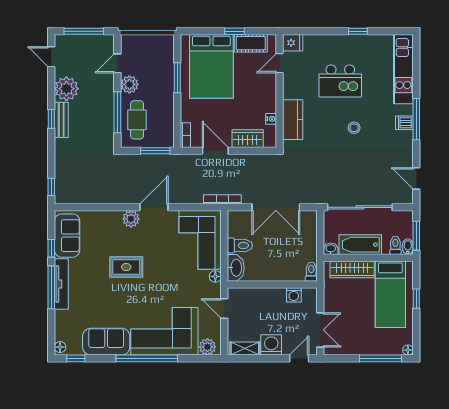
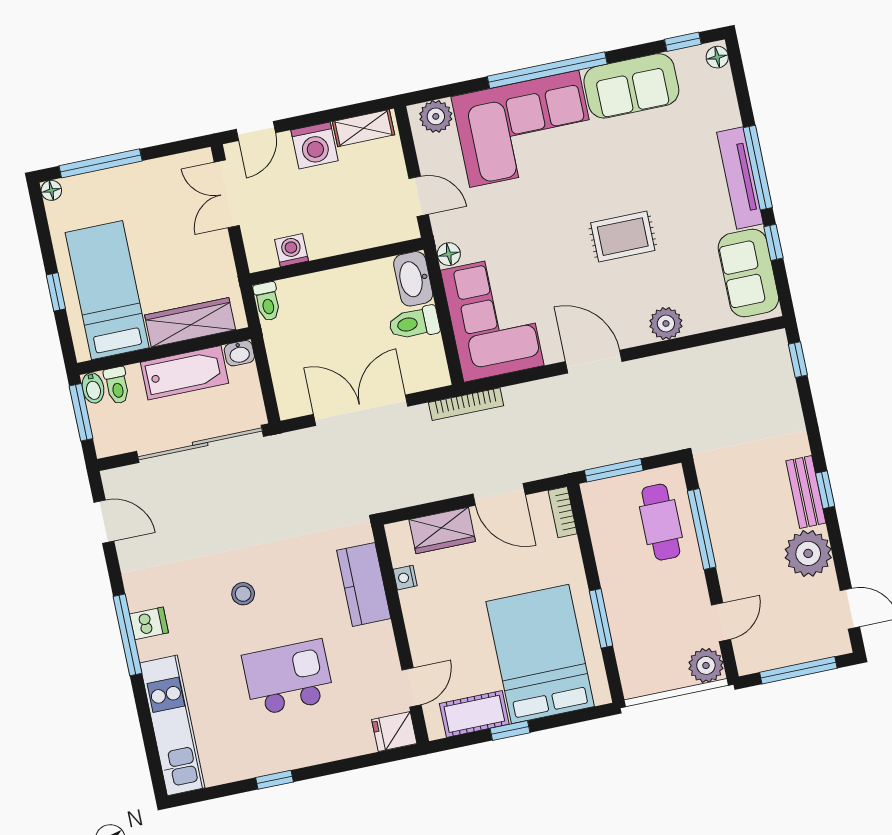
plant: (129, 84) -> (706, 665), moved
door: (154, 207) -> (594, 362), swing flipped
plant: (131, 219) -> (666, 324), moved

